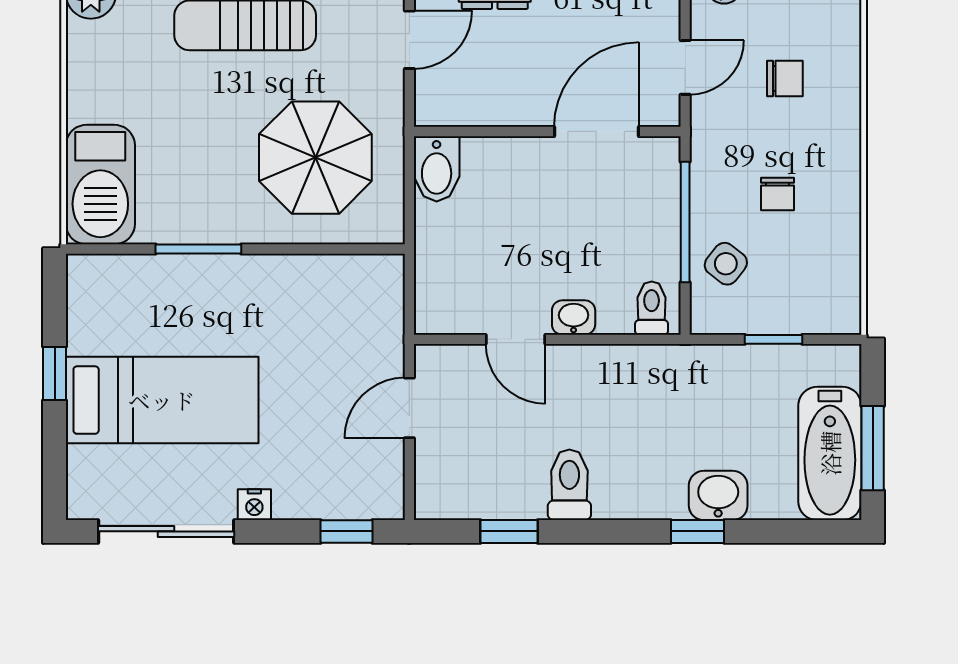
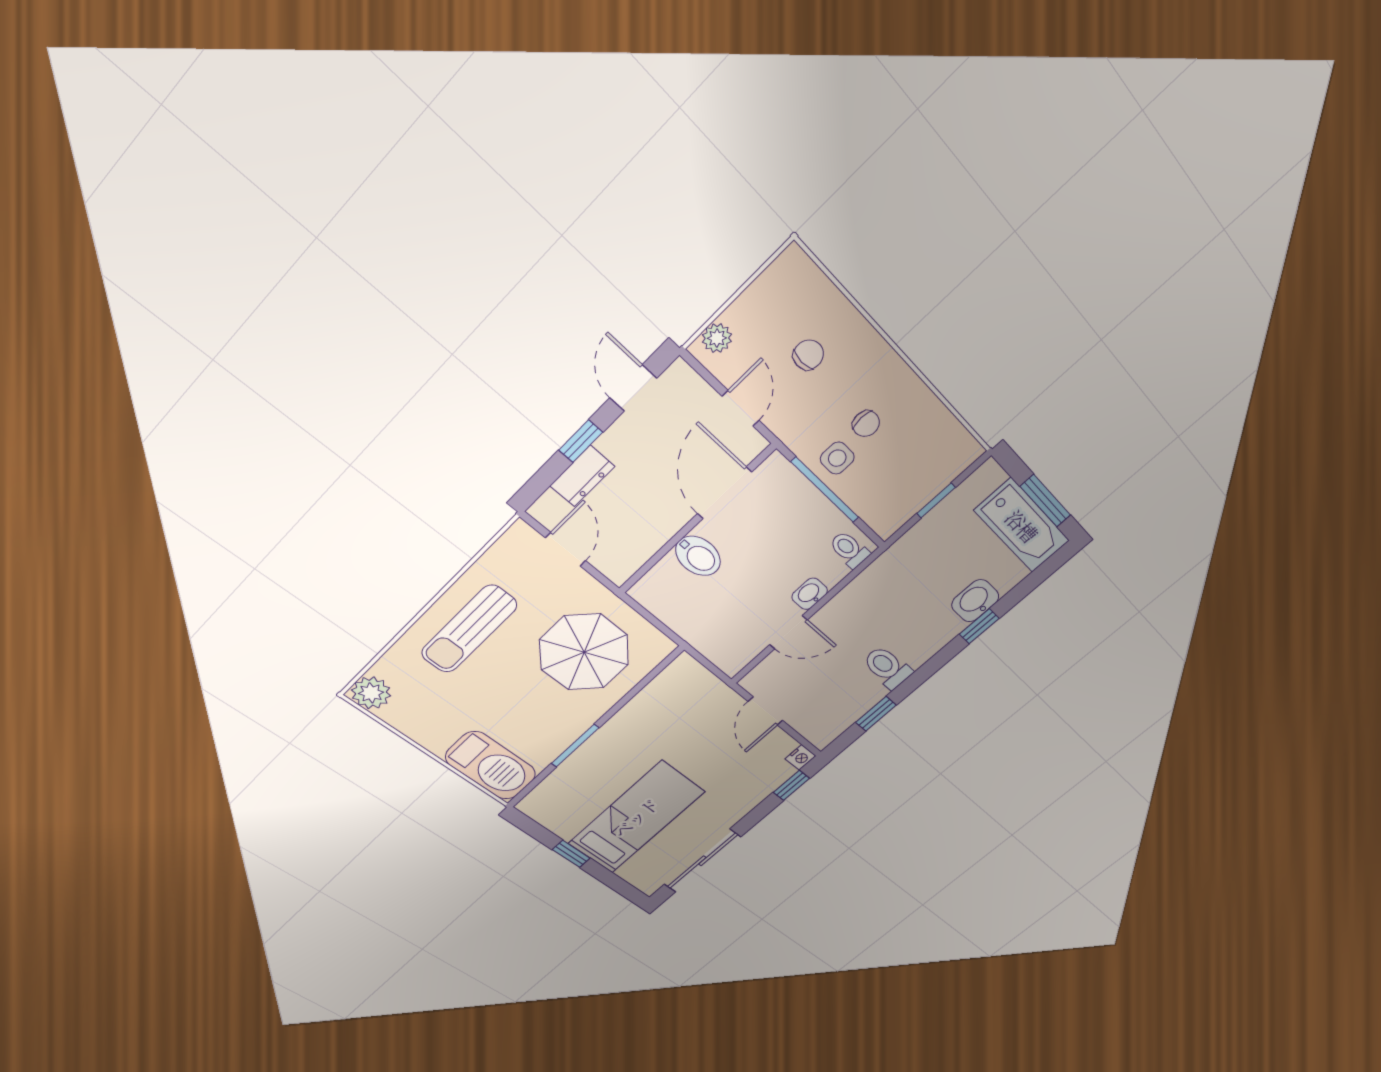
bidet: (437, 169) -> (698, 556), moved
side table: (726, 264) -> (837, 458), moved, turned -38
nightstand: (254, 505) -> (800, 757), moved

